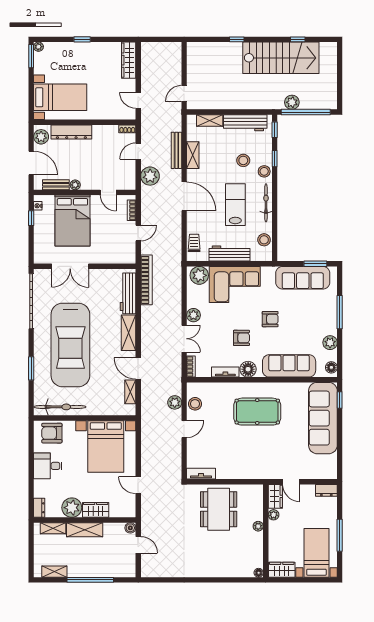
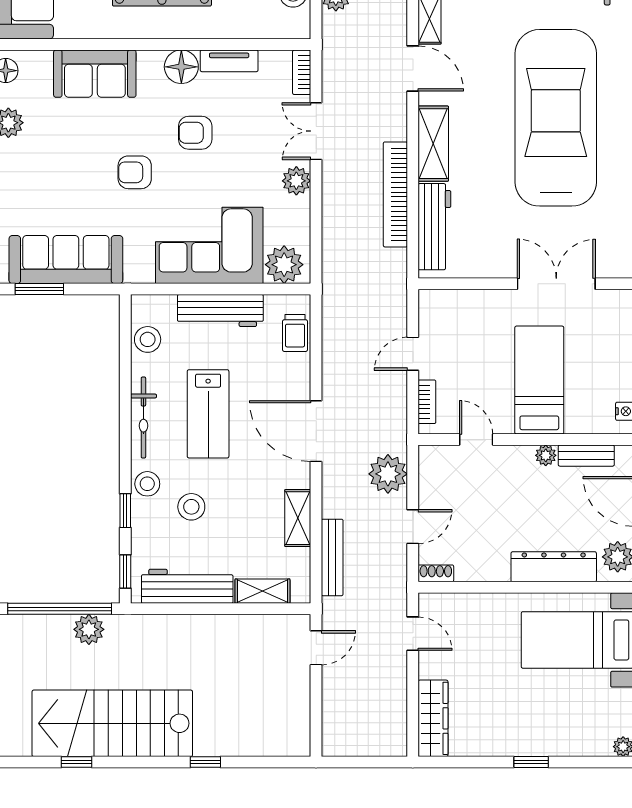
bench: (176, 150) -> (332, 557), moved
bed: (72, 221) -> (539, 380), width x0.67
bookcase: (146, 280) -> (395, 194), moved
sofa: (289, 366) -> (95, 74), width x0.73

